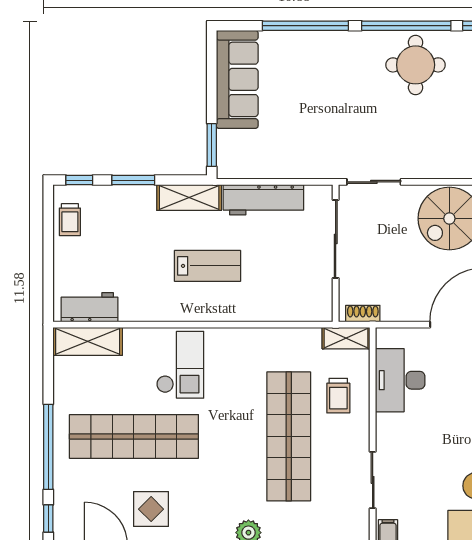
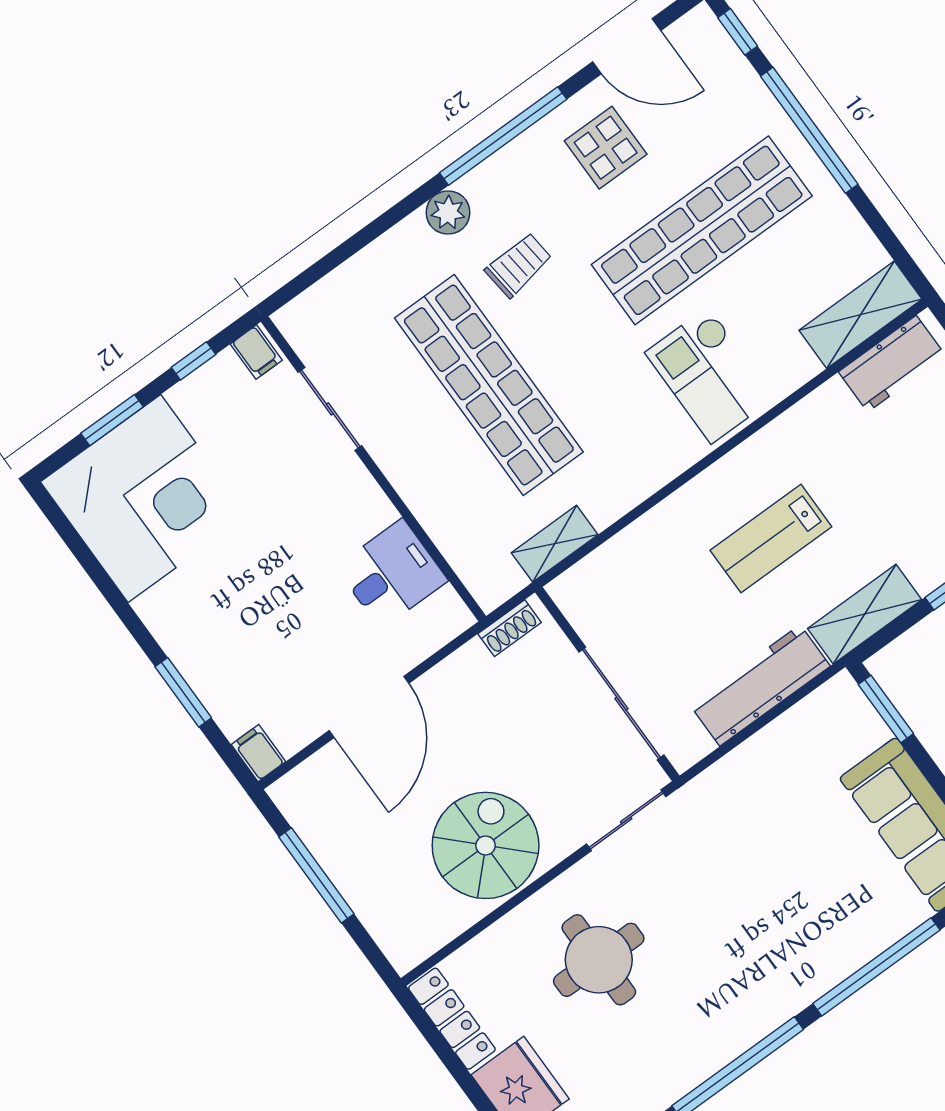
round table: (416, 65) -> (599, 960), moved
shelving: (346, 338) -> (555, 544), moved
desk: (400, 380) -> (392, 574), width x0.73
trolley: (338, 396) -> (519, 265), moved, turned 84

